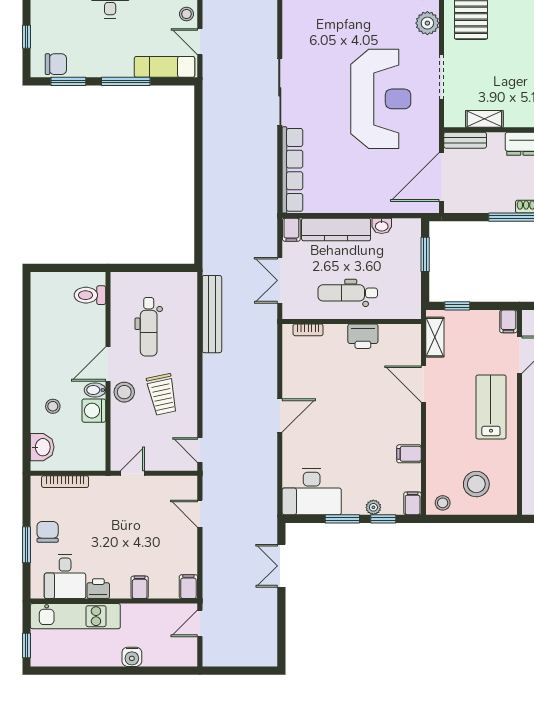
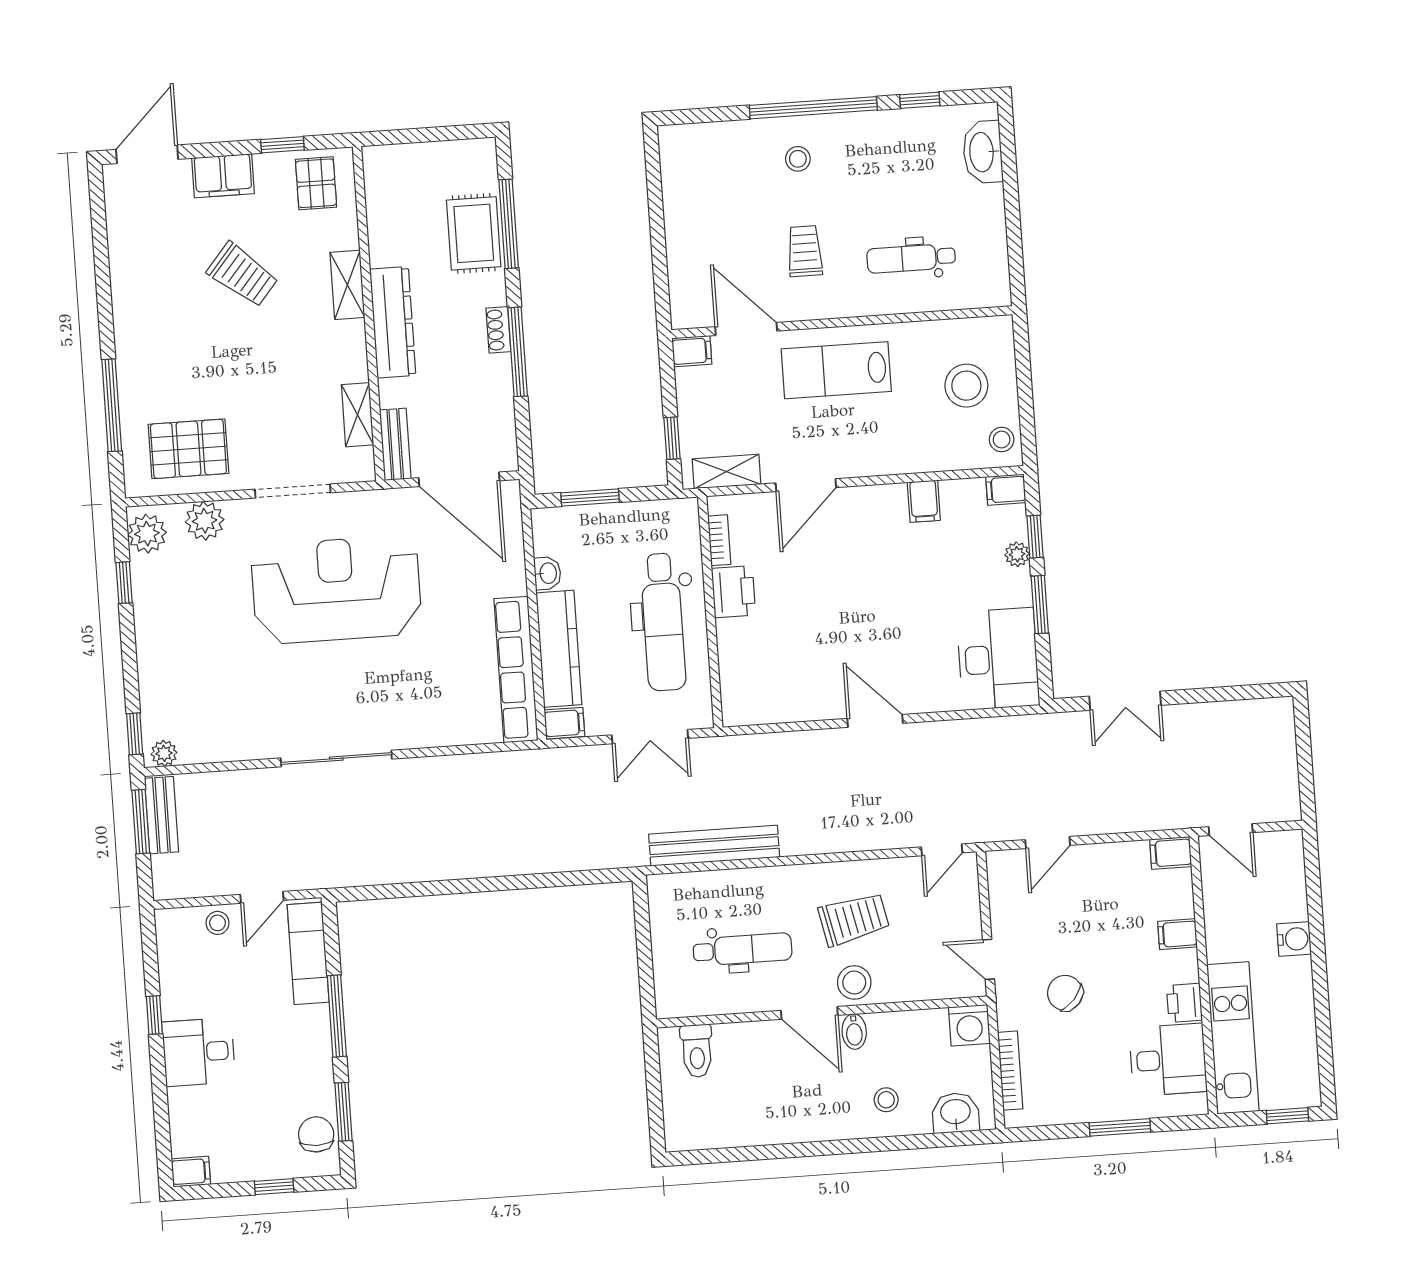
row of seats: (292, 170) -> (516, 670), moved, turned -90
dental chair: (348, 293) -> (663, 622), width x1.36, depth x1.38
bookcase: (308, 330) -> (719, 540), moved
washing machine: (94, 411) -> (969, 1025), moved
chair: (48, 532) -> (1065, 993), moved, turned 41

